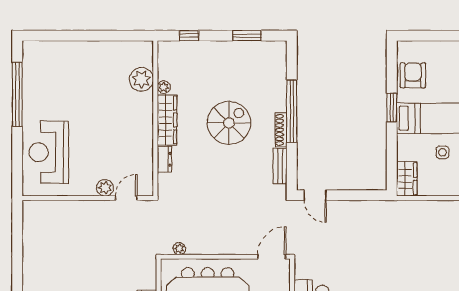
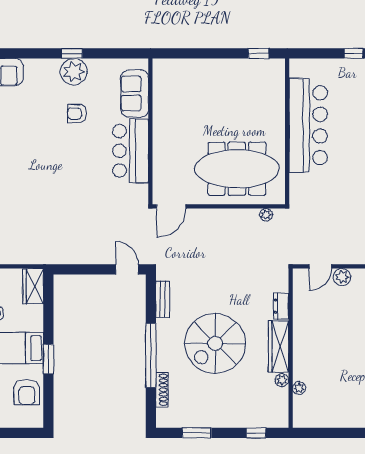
plant: (141, 79) -> (299, 388), width x0.53, depth x0.53
spiral stairs: (229, 123) -> (215, 343), width x1.37, depth x1.37
shoe rack: (281, 130) -> (162, 390), moved

